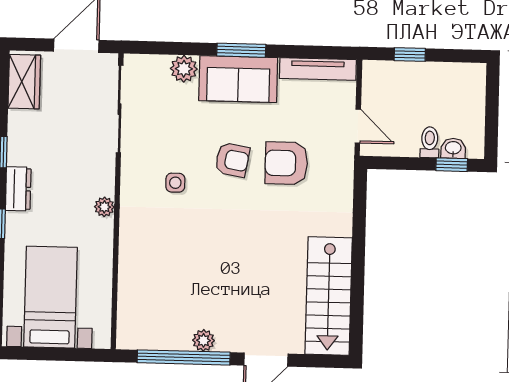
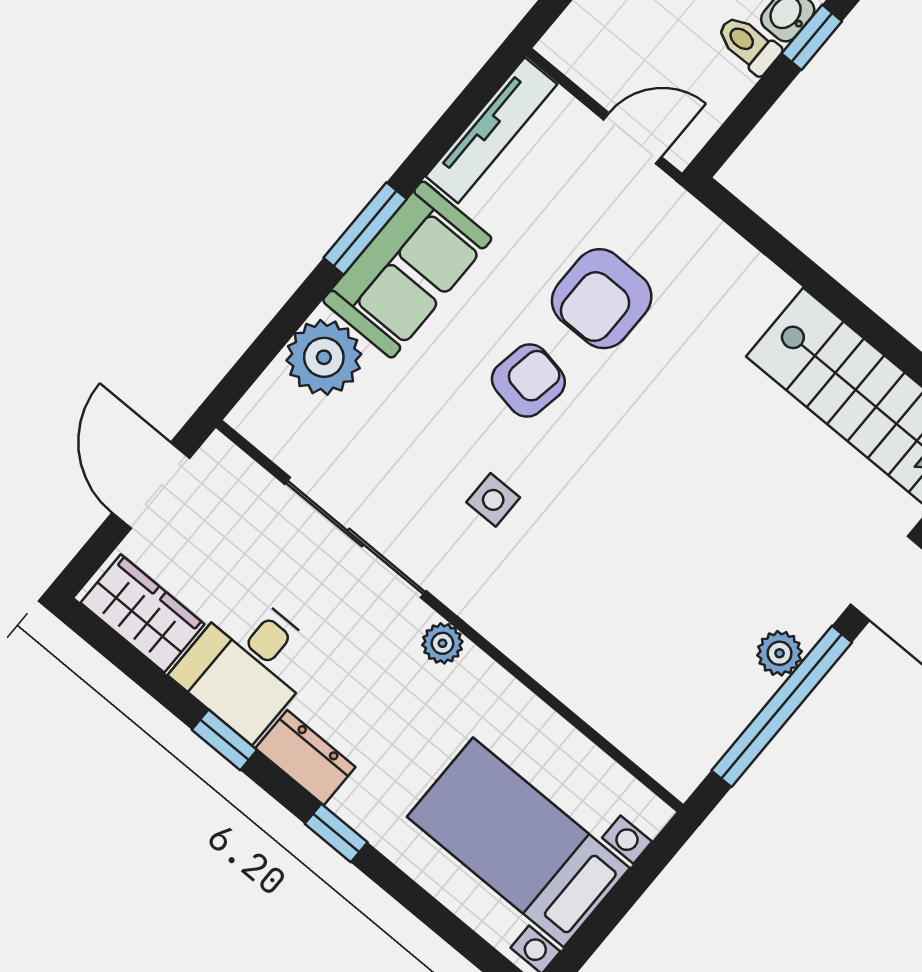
plant: (184, 69) -> (324, 357), width x1.36, depth x1.36
sliding door: (120, 109) -> (356, 538), moved
desk: (36, 138) -> (248, 665), added

